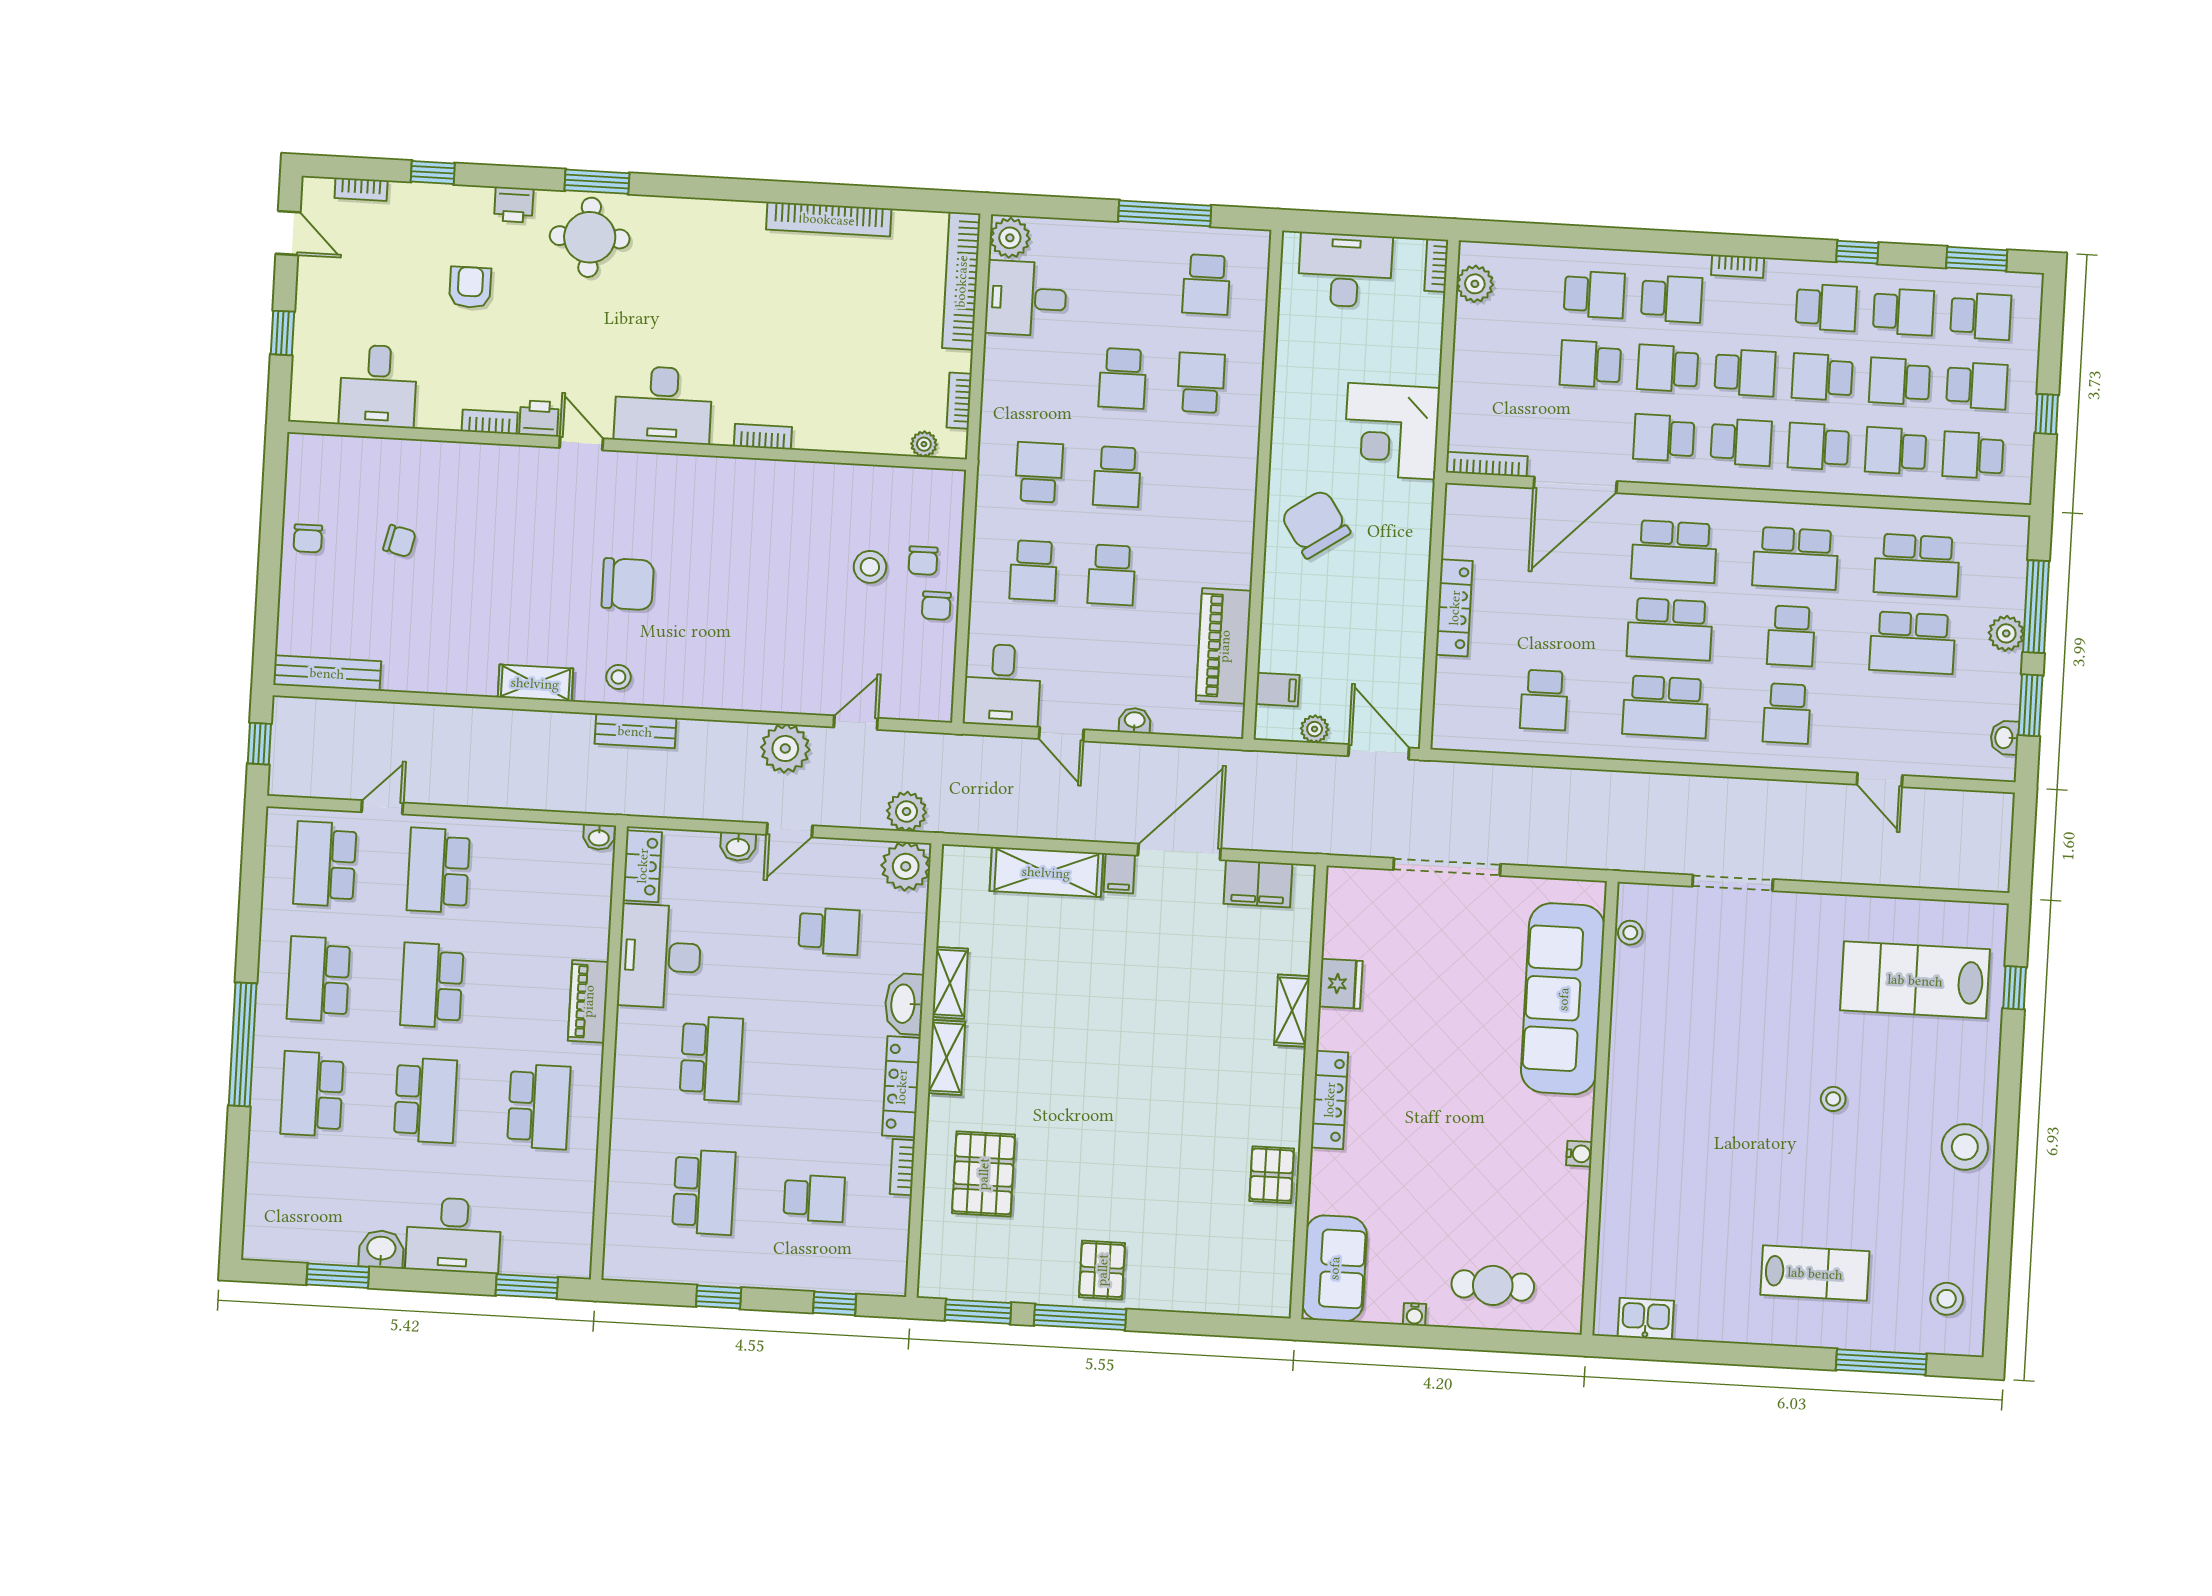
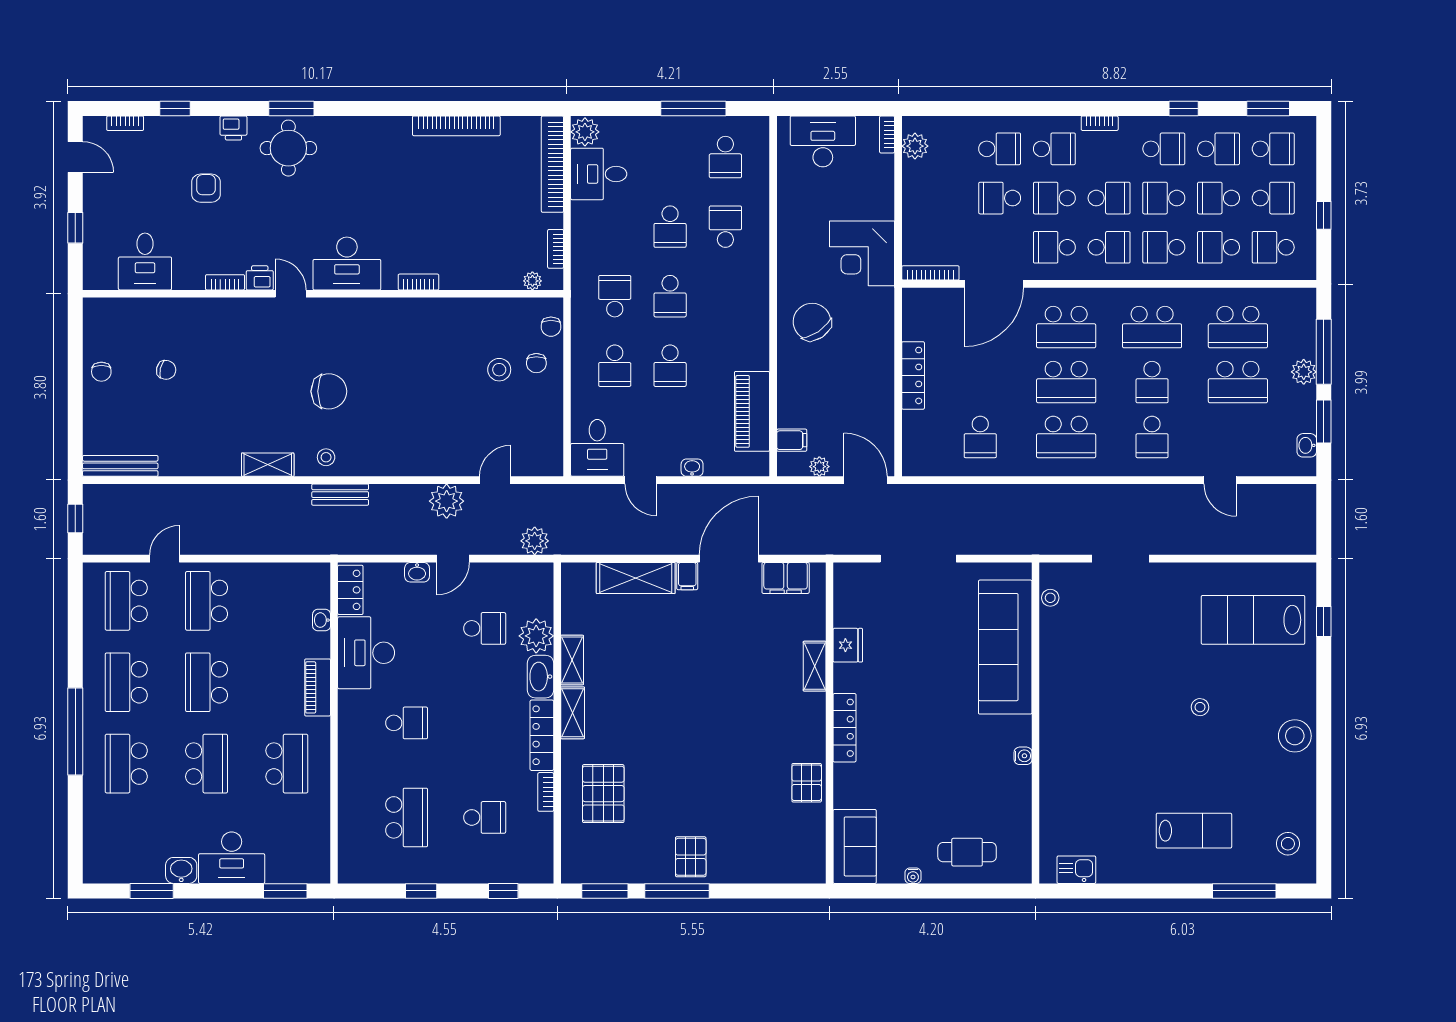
chair: (936, 606) -> (551, 327), moved
washbasin: (599, 837) -> (322, 620), moved, turned 90
plant: (906, 866) -> (536, 636), moved
school desk: (711, 1059) -> (407, 723), width x0.54

